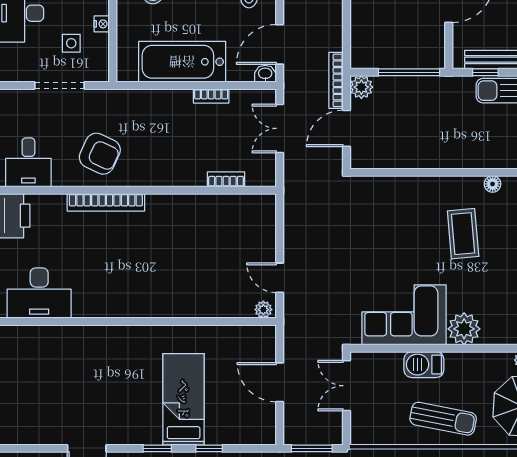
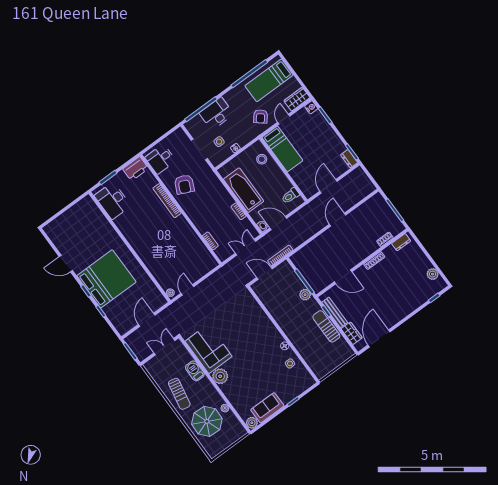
plant: (361, 87) -> (305, 295), moved
coffee table: (463, 234) -> (257, 349), removed
bed: (184, 399) -> (106, 279), width x2.04

